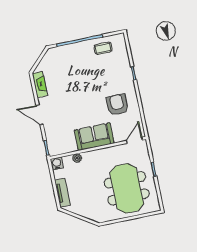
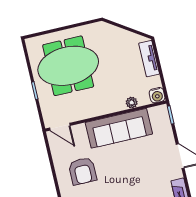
sofa: (94, 137) -> (119, 128), width x1.36
door: (134, 140) -> (60, 127), hinge flipped
meeting table: (127, 188) -> (68, 66), turned 90

